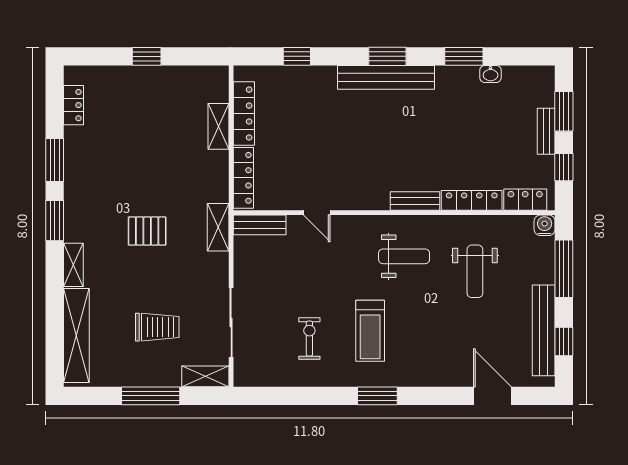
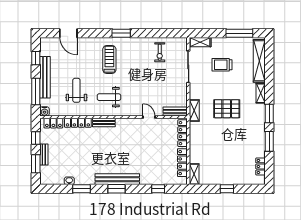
shelving: (218, 126) -> (194, 174), moved
pallet: (147, 231) -> (227, 109), width x1.50, depth x1.42
bench: (544, 330) -> (45, 77), moved
treadmill: (370, 331) -> (109, 60), moved
exercise bike: (309, 339) -> (160, 52), moved
window: (151, 396) -> (239, 33), moved

